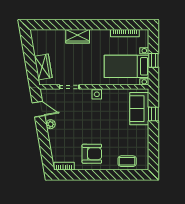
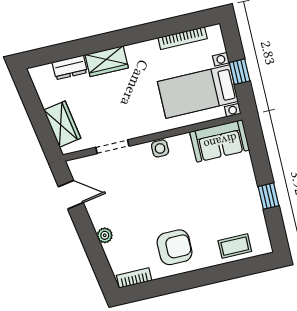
dresser: (55, 35) -> (70, 67), added
sofa: (139, 109) -> (220, 141), moved, turned -90
window: (153, 114) -> (268, 196), moved
plant: (51, 124) -> (105, 235), moved

